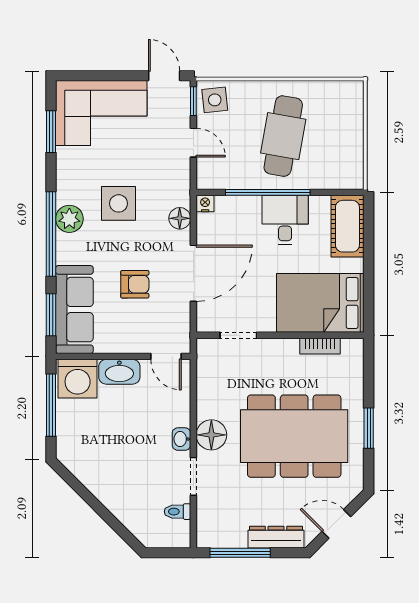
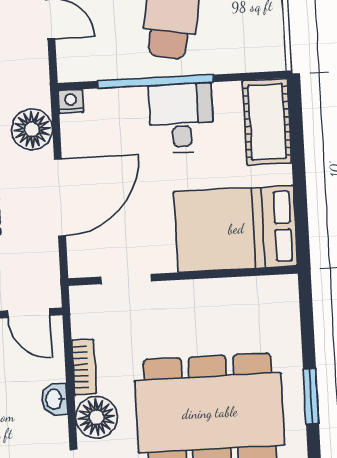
floor lamp: (180, 218) -> (32, 129), width x1.38, depth x1.38
bookcase: (320, 346) -> (84, 367), moved, turned -90
washbasin: (181, 439) -> (54, 399), moved

